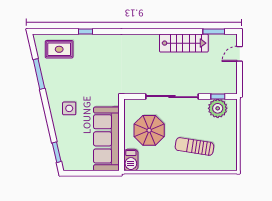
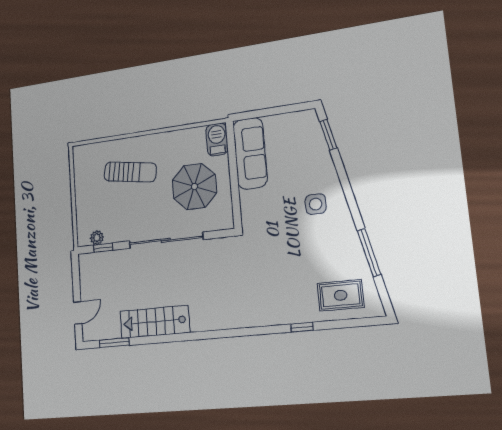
plant: (218, 108) -> (97, 238), width x0.53, depth x0.53
sofa: (106, 139) -> (250, 153), width x0.74, depth x0.79

